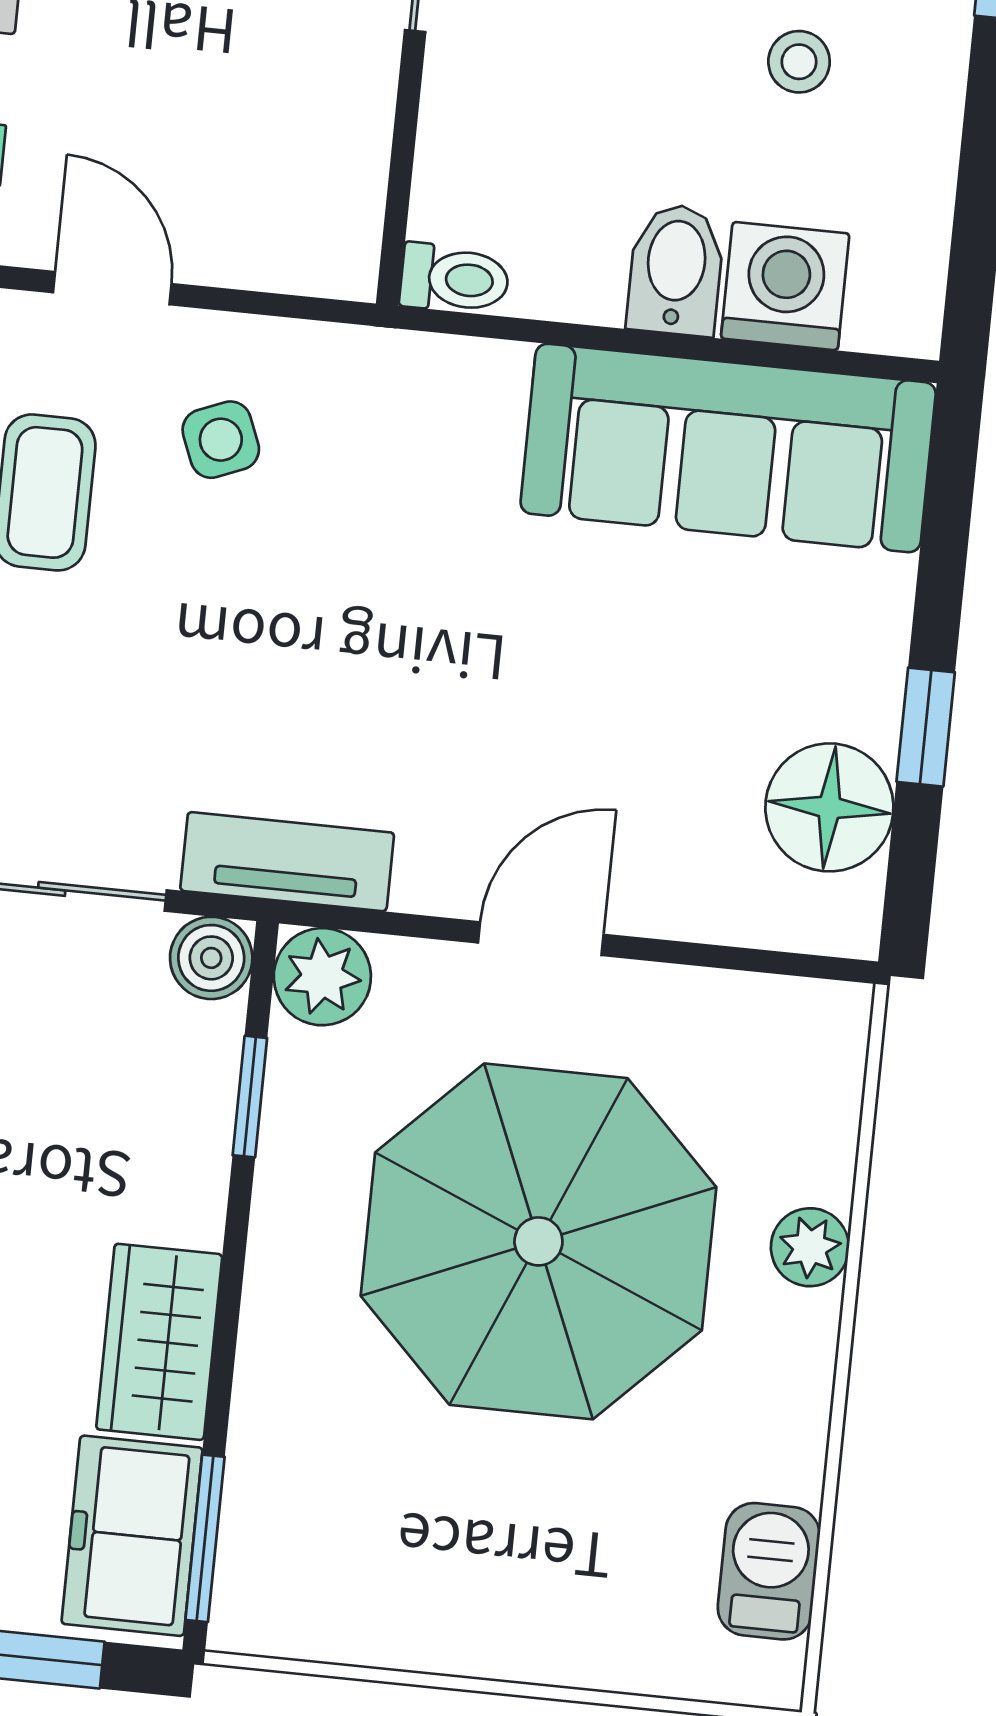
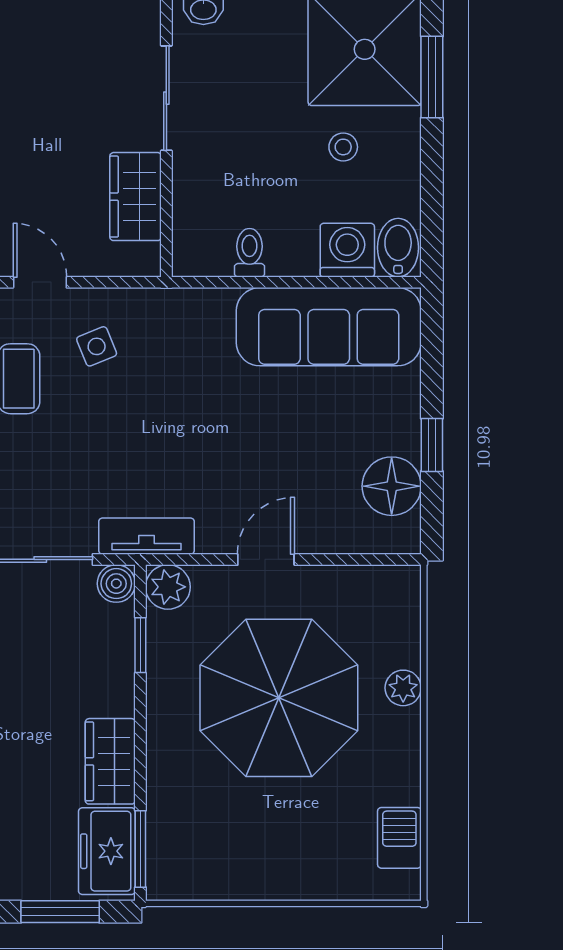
wardrobe: (338, 124) -> (136, 197), added
bidet: (676, 270) -> (398, 248), moved
toilet: (455, 279) -> (249, 253), moved, turned -90

